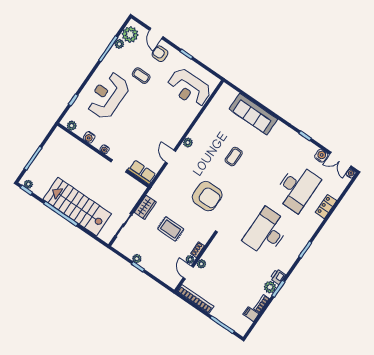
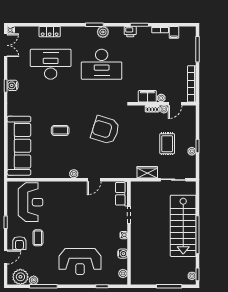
coffee table: (141, 76) -> (38, 238), moved
sofa: (253, 114) -> (19, 146), width x1.36, depth x1.27
water cooler: (321, 156) -> (13, 85), moved
armchair: (207, 196) -> (105, 130), turned -73
rug: (171, 229) -> (167, 144), moved
filing cabinet: (211, 253) -> (147, 96), added
plant: (270, 287) -> (103, 32), moved

